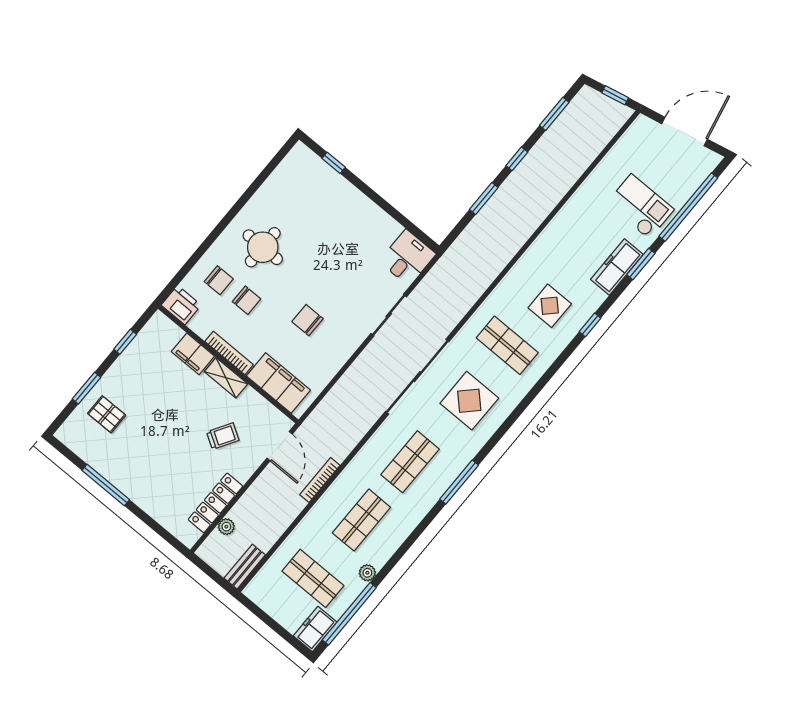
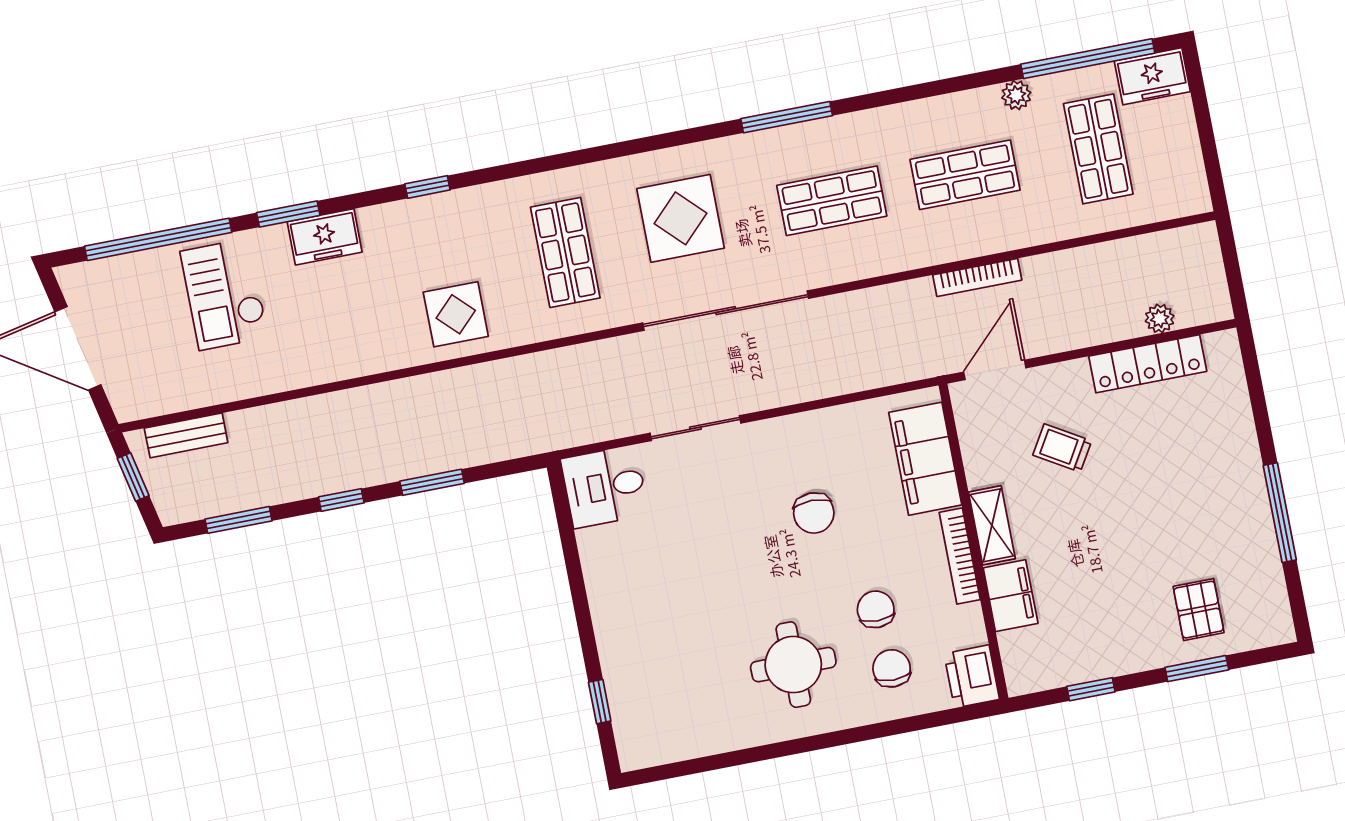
freezer: (617, 267) -> (325, 237), width x0.71
display table: (550, 306) -> (456, 314), moved
bench: (245, 567) -> (186, 435), moved

